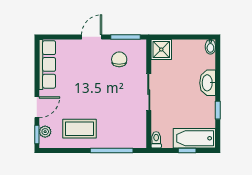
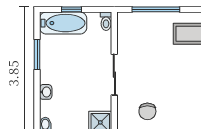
washbasin: (208, 83) -> (46, 92), width x0.52, depth x0.69
window: (218, 110) -> (37, 55), width x1.50

